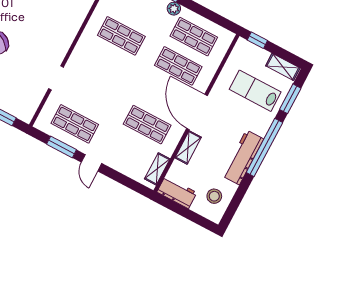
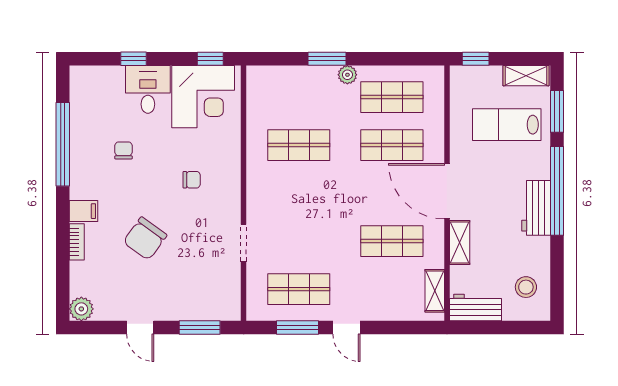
chair: (45, 22) -> (192, 180), added
workbench: (243, 157) -> (536, 208), width x0.73

